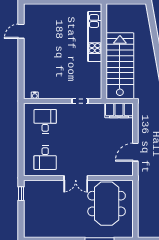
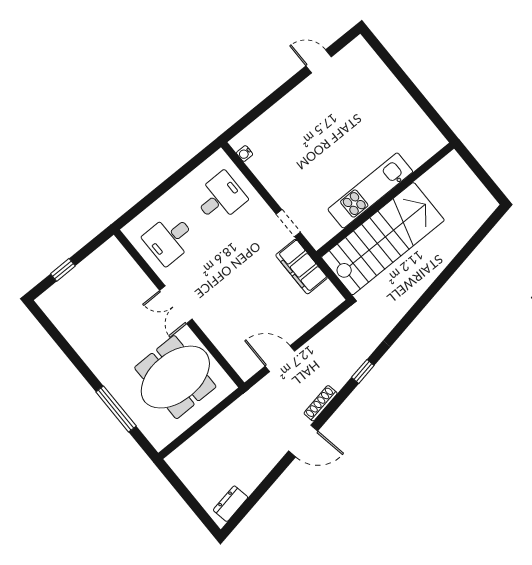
kitchen unit: (95, 37) -> (370, 190), moved
filing cabinet: (119, 111) -> (302, 267), moved
window: (21, 194) -> (63, 270), moved

